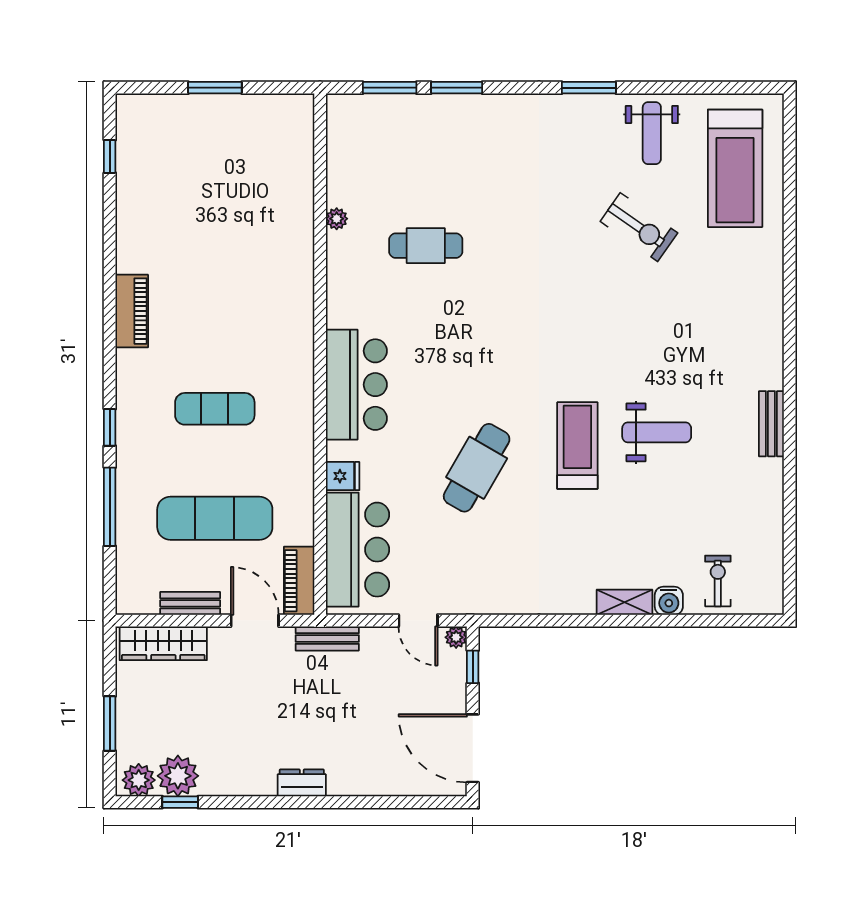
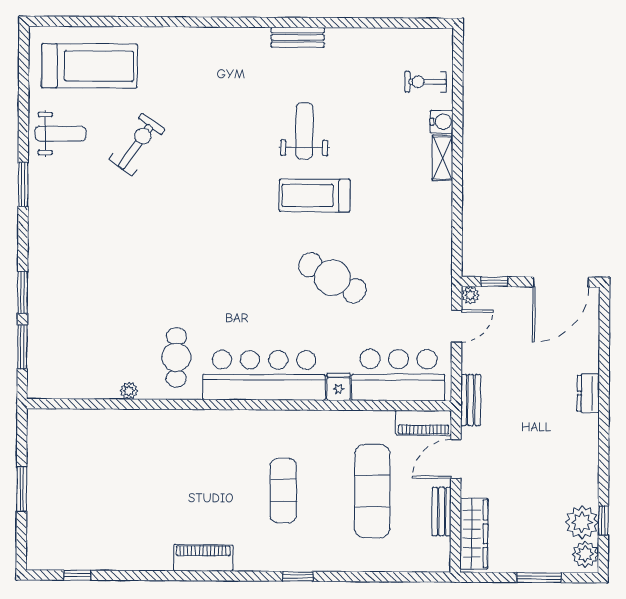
cafe table: (426, 246) -> (176, 357), moved
bar counter: (356, 385) -> (264, 375), width x1.36
window: (110, 507) -> (362, 577), removed
dresser: (302, 783) -> (588, 393), moved

